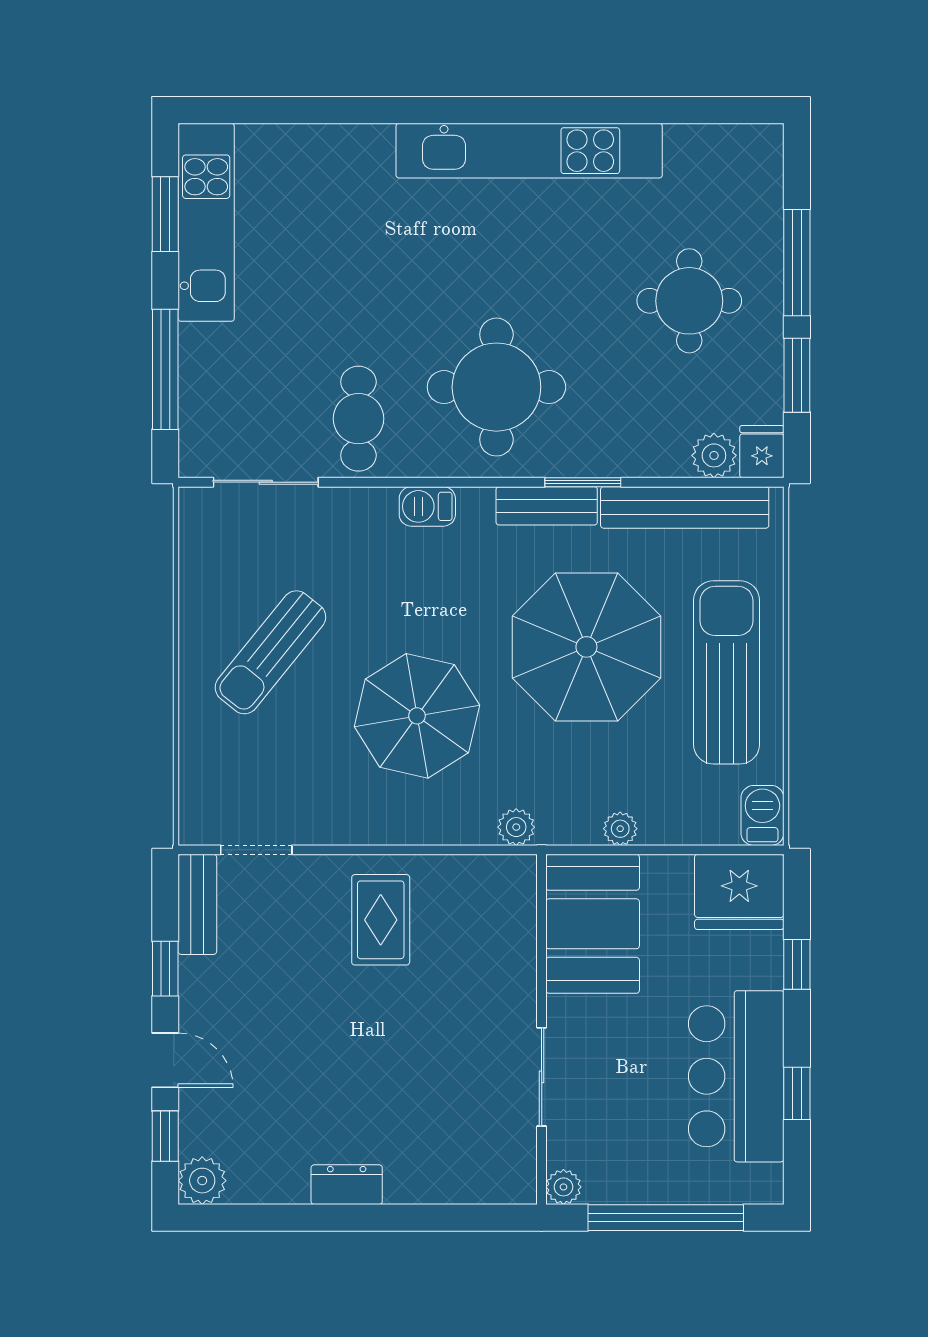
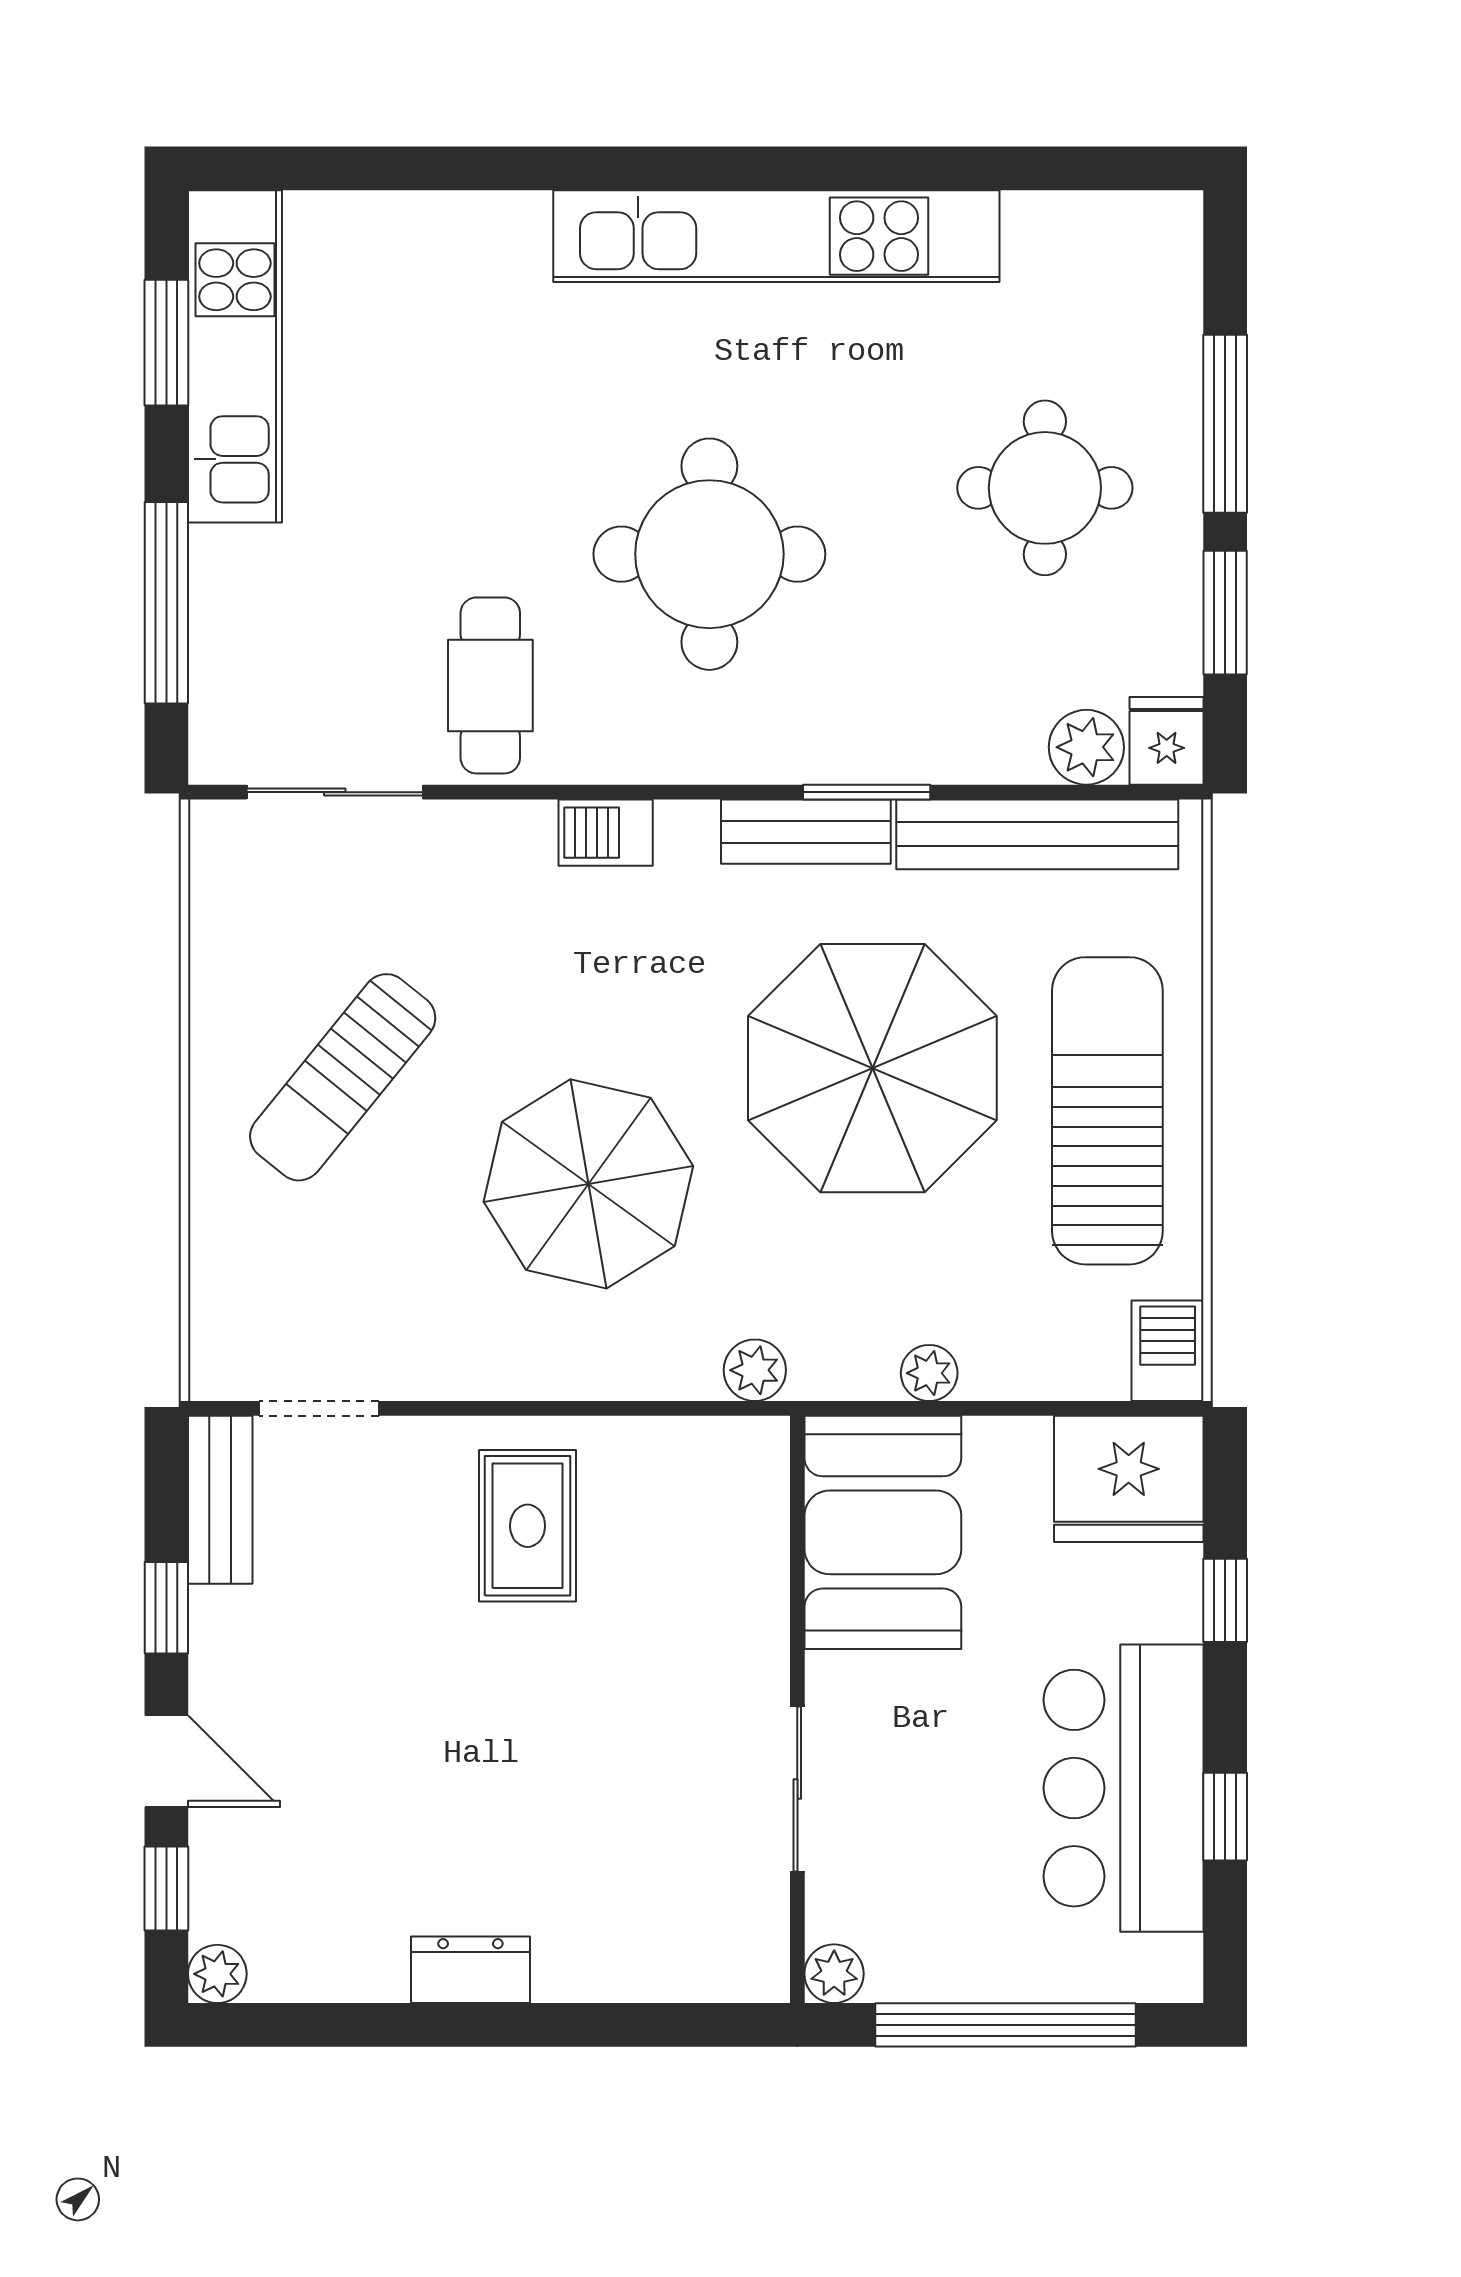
round table: (496, 387) -> (709, 554), moved
plant: (202, 1181) -> (217, 1974), width x0.73, depth x0.73

